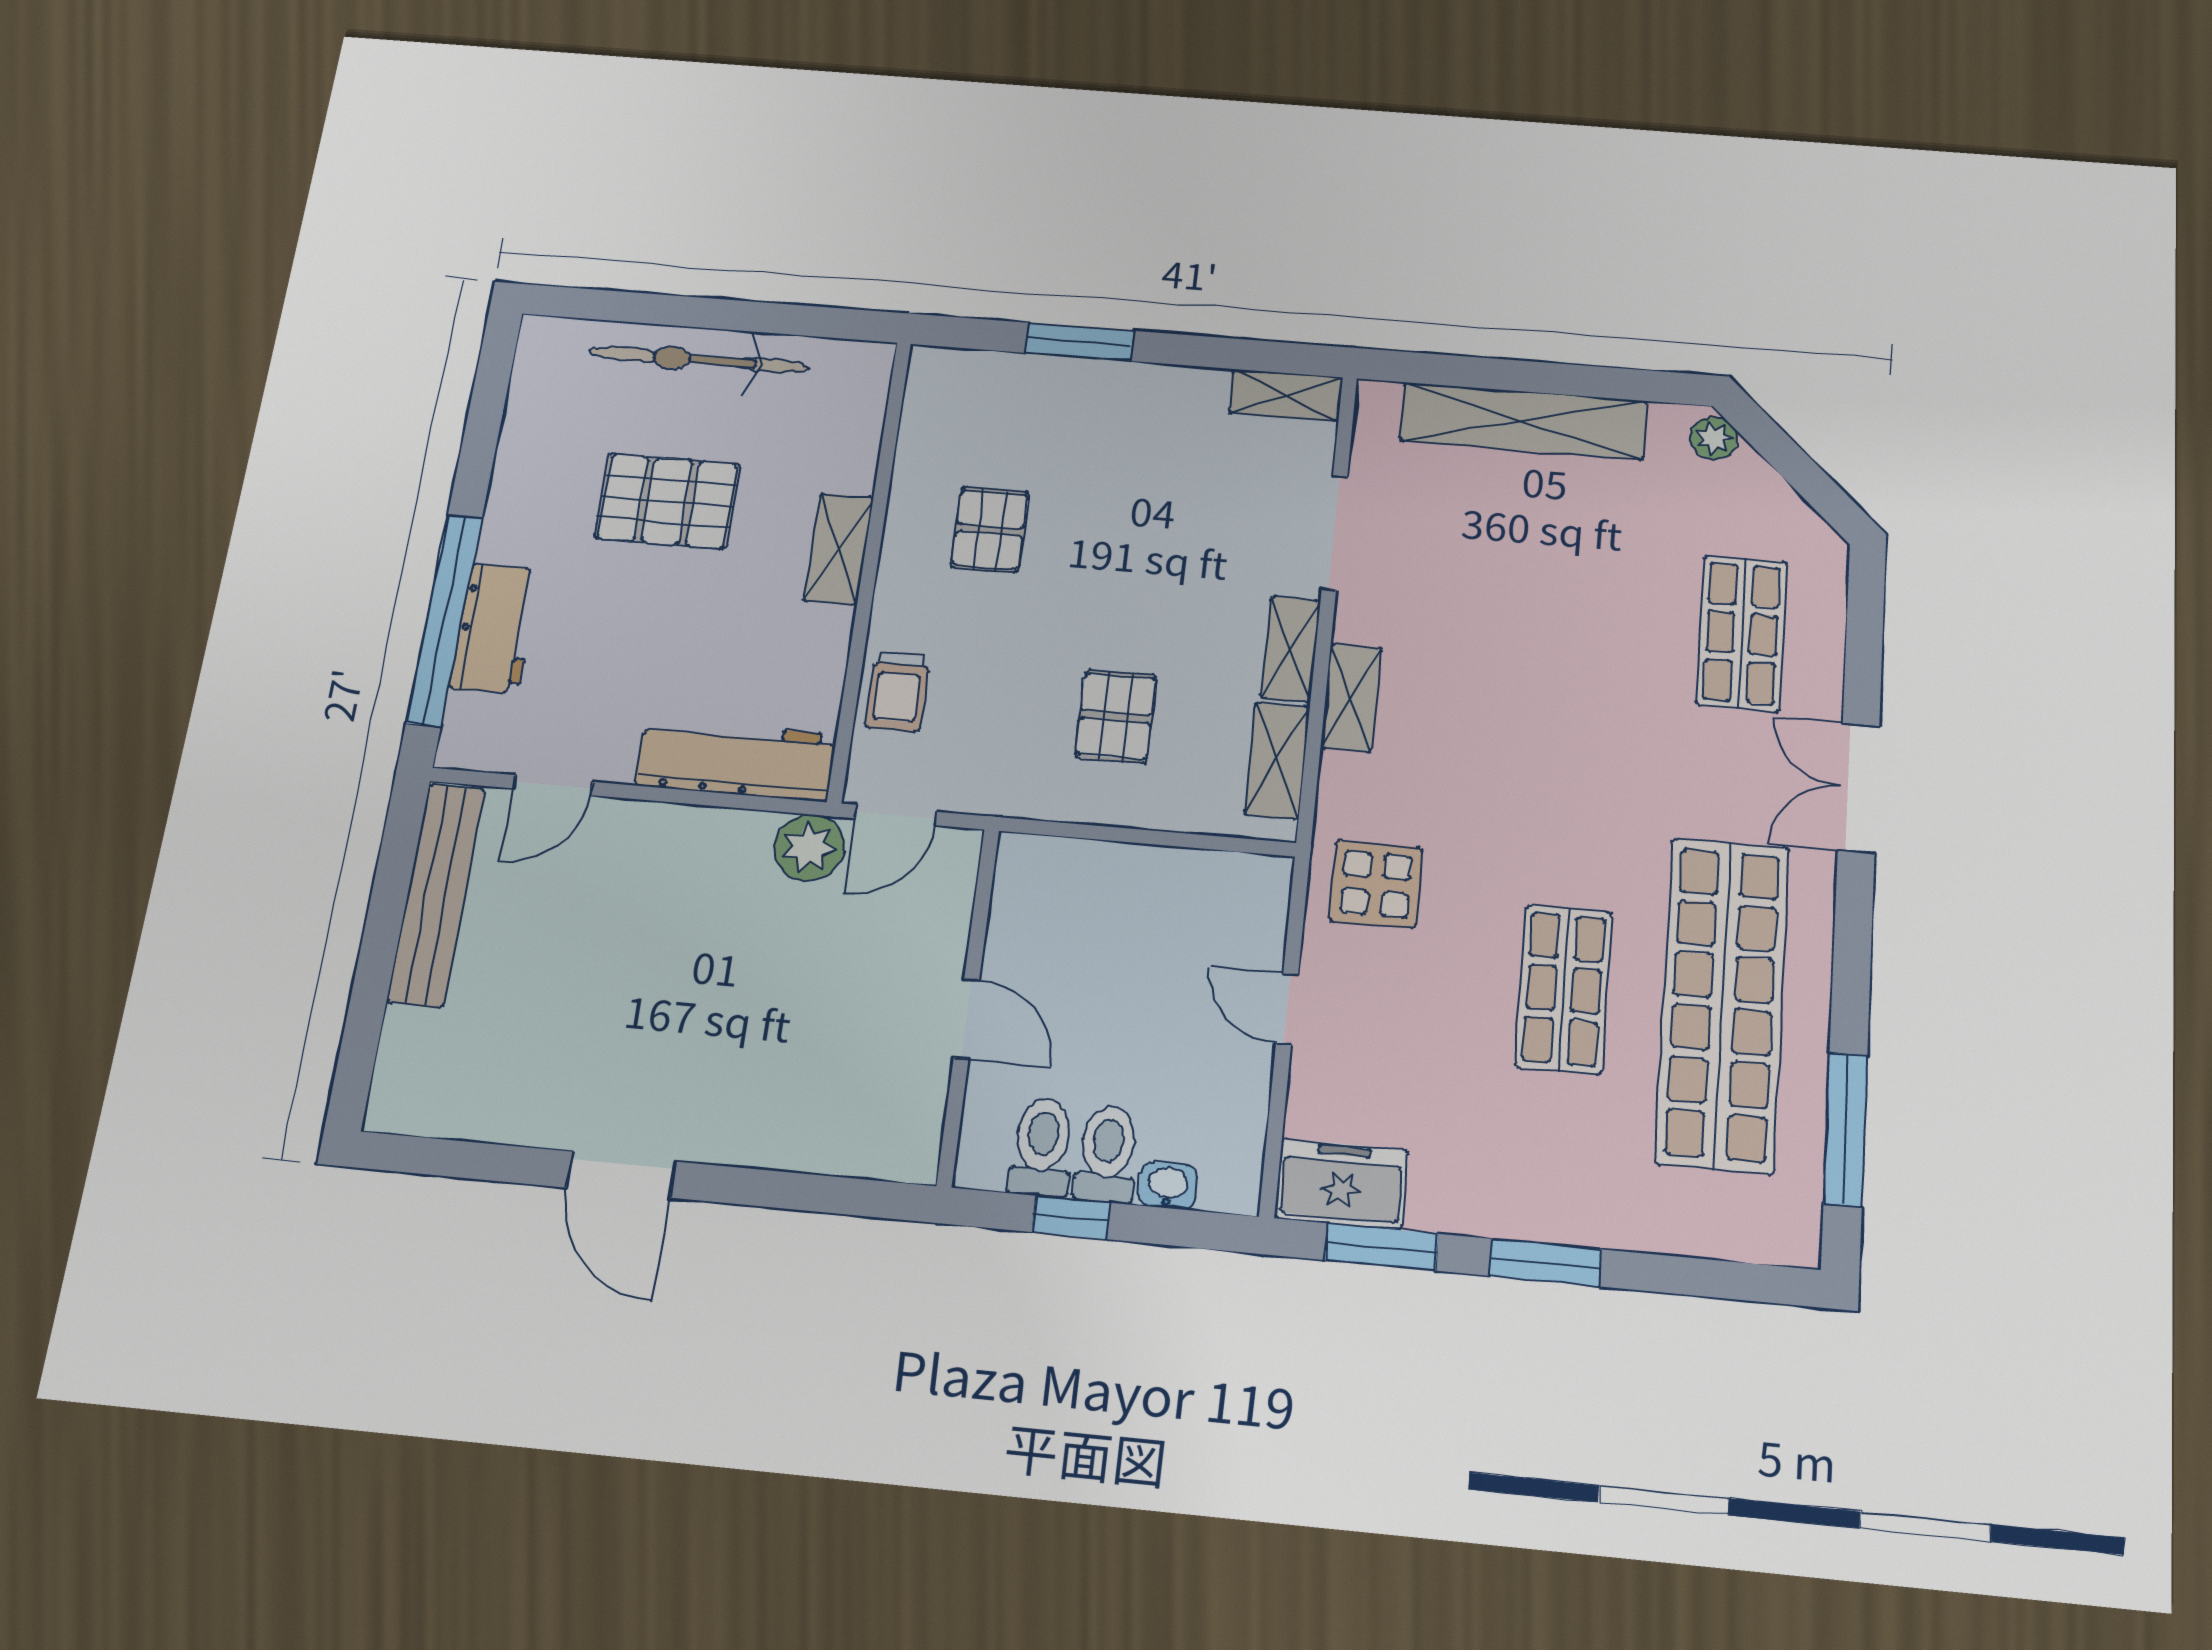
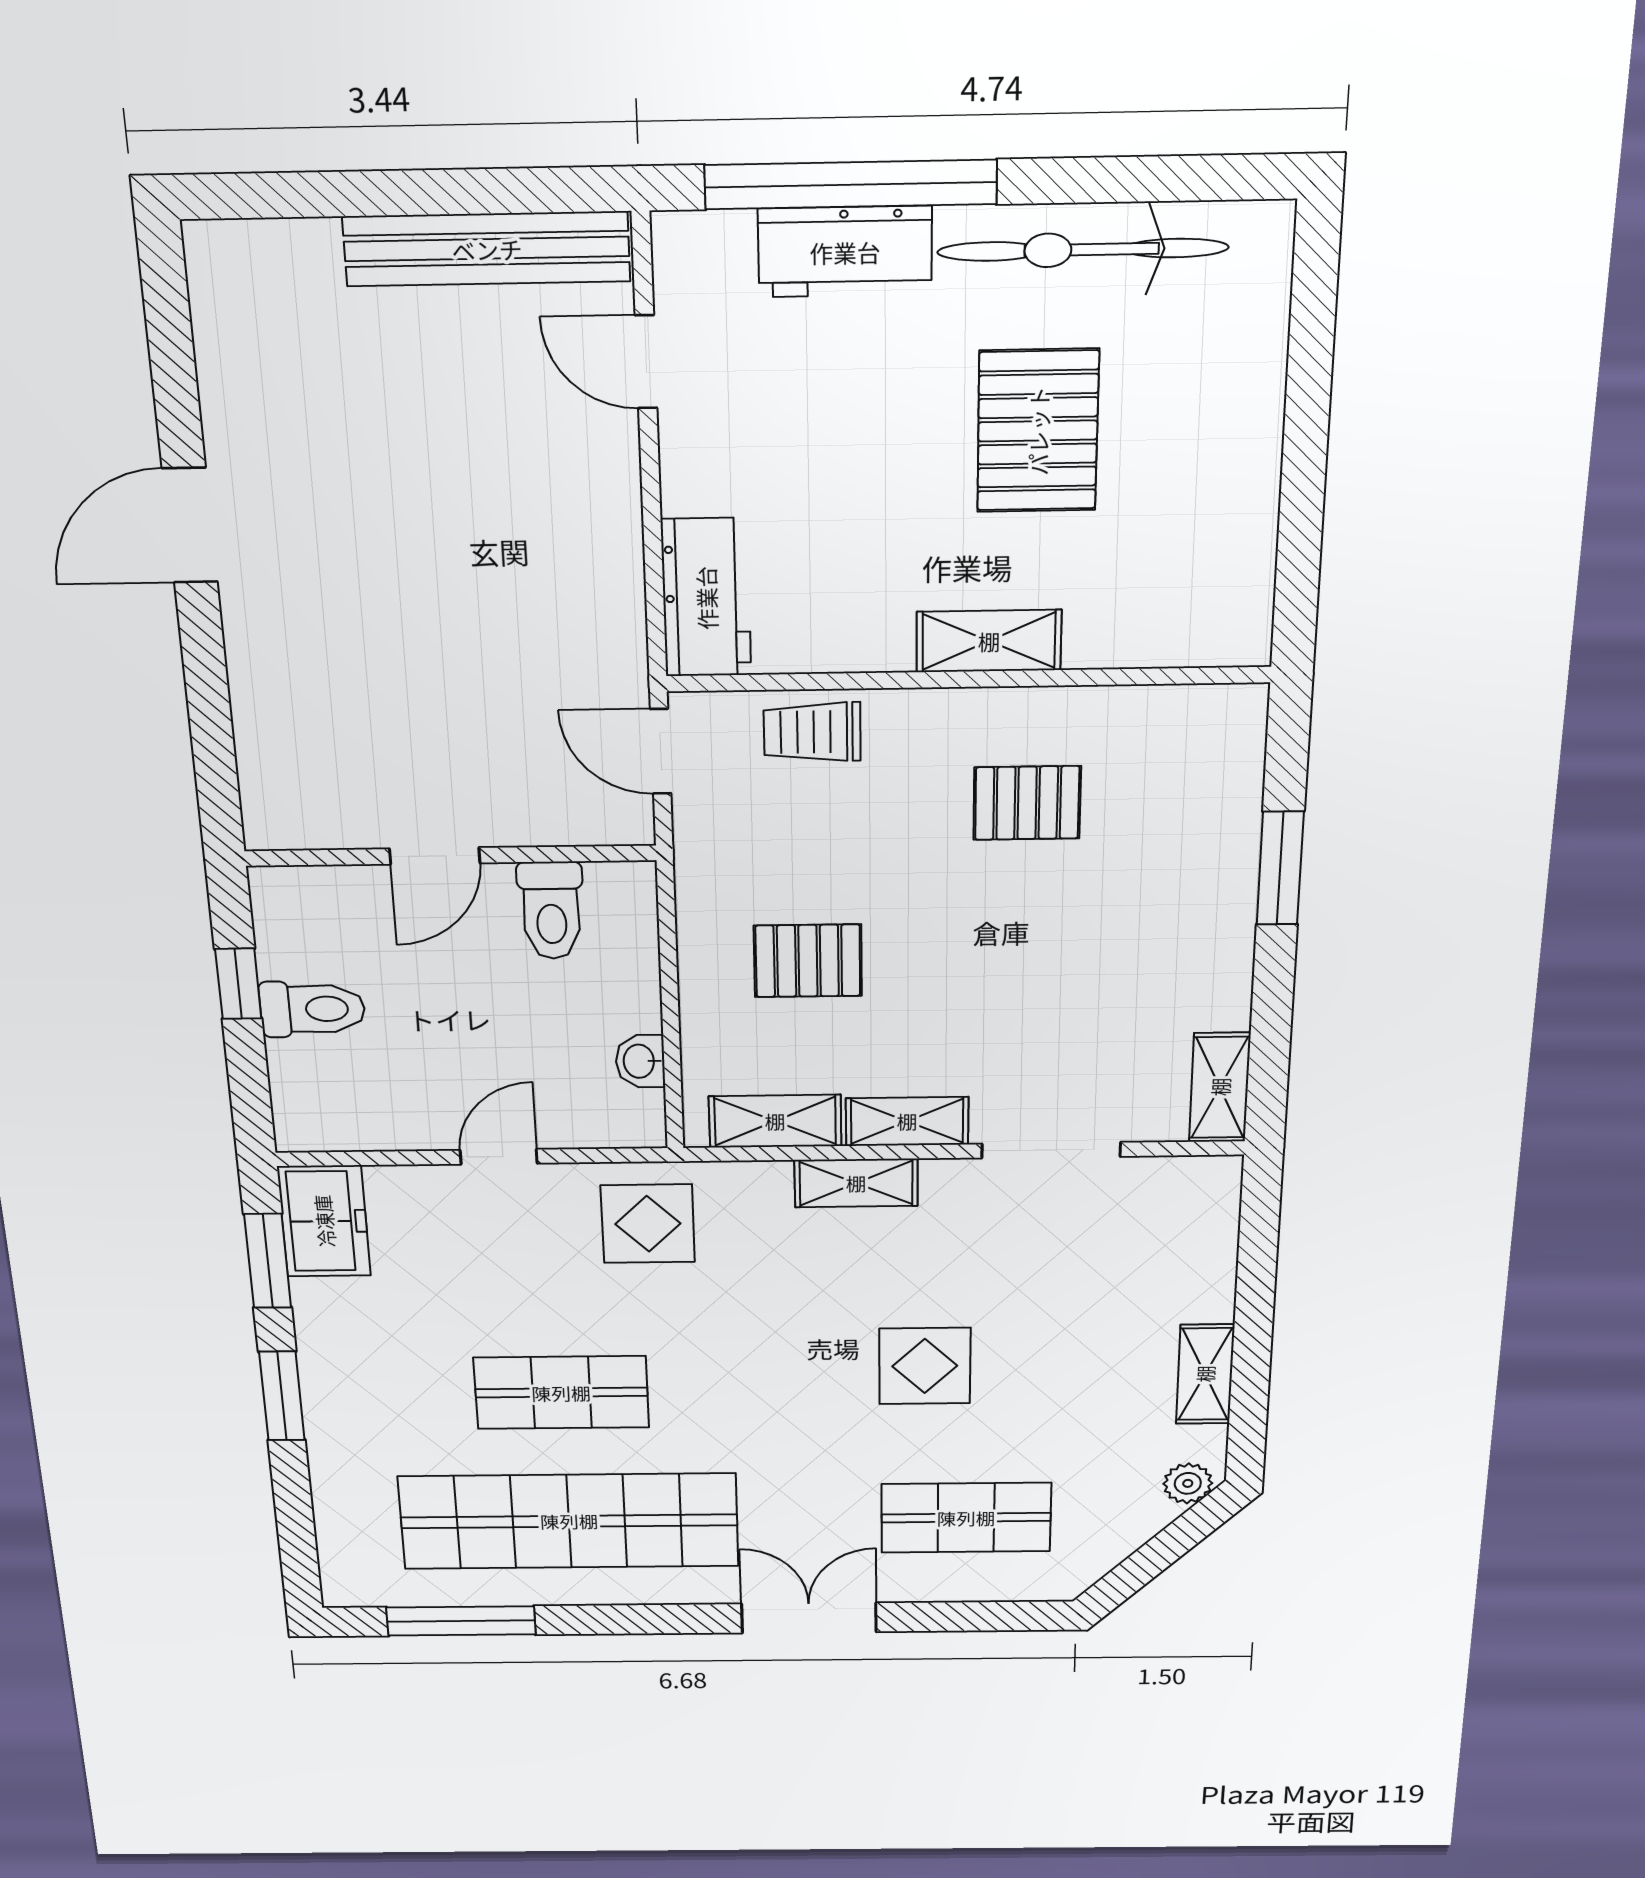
bicycle: (698, 360) -> (1083, 250), moved, turned -90
shelving: (1523, 421) -> (1205, 1374), width x0.45, depth x0.75
display table: (1560, 656) -> (925, 1366), added
workbench: (736, 760) -> (706, 598), width x0.73
plant: (809, 847) -> (609, 665), removed
toilet: (1042, 1147) -> (551, 910), moved, turned 90
washbasin: (1168, 1186) -> (640, 1061), moved, turned 180

